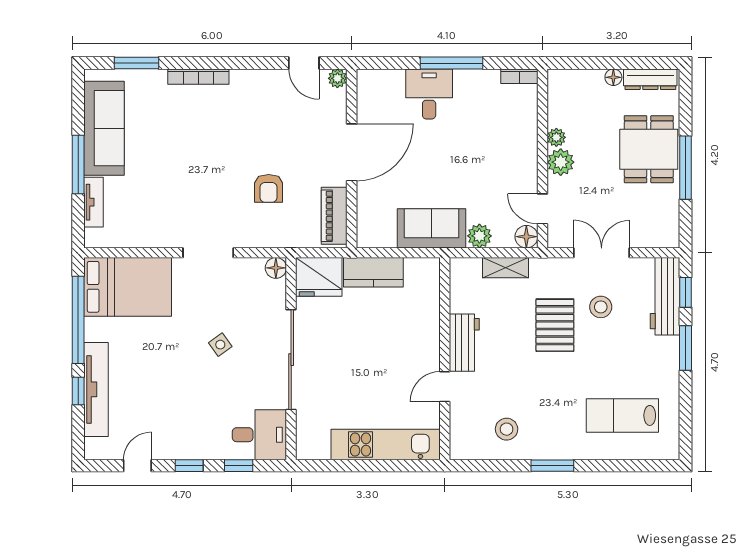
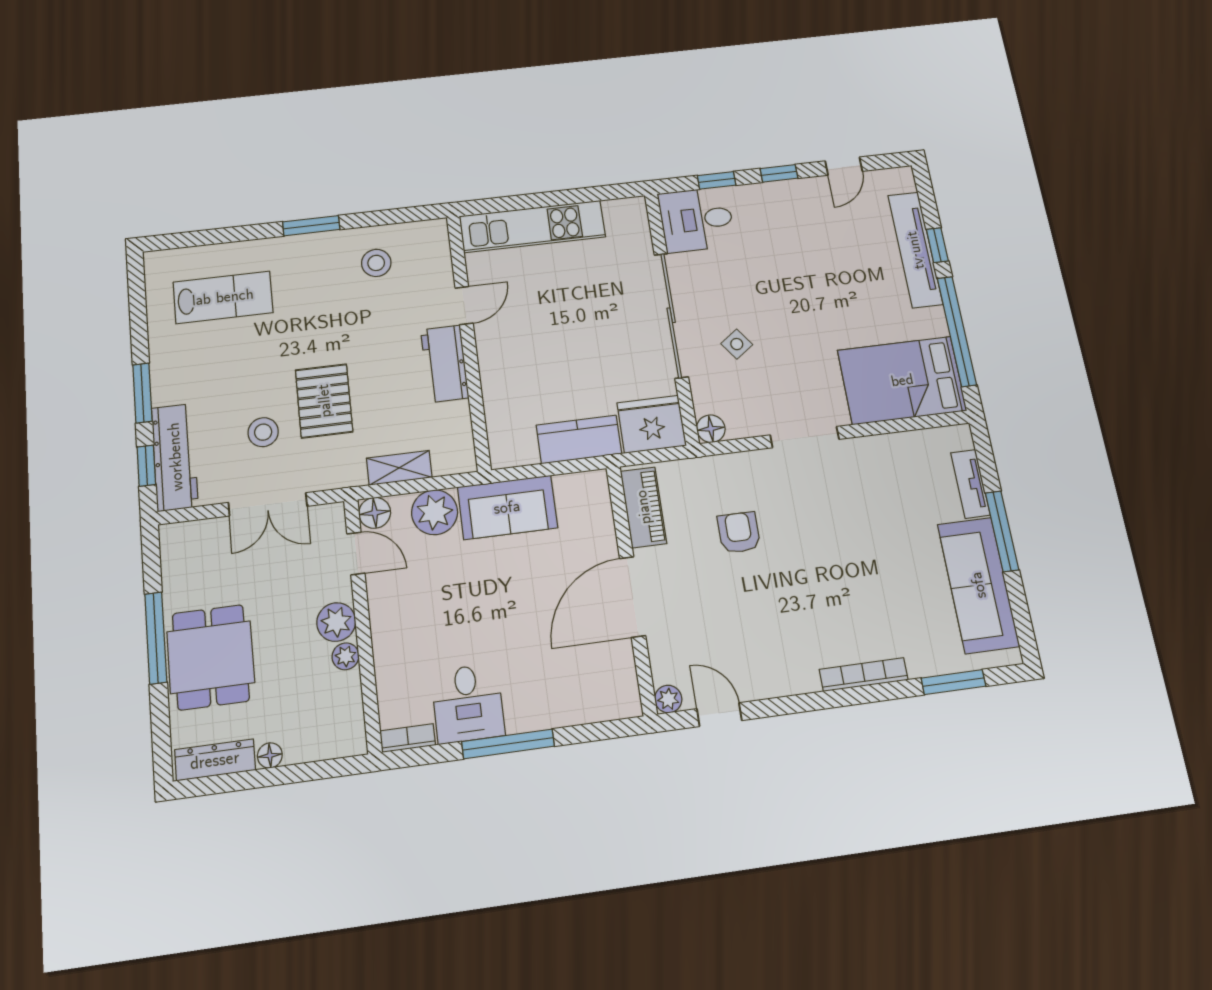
desk: (429, 94) -> (468, 703), moved
plant: (479, 236) -> (435, 512), width x1.36, depth x1.36
side table: (220, 345) -> (737, 344), moved

